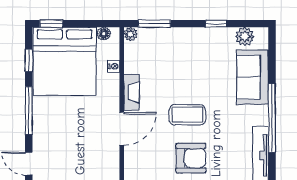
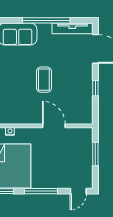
fireplace: (132, 92) -> (28, 119), removed
armchair: (191, 158) -> (74, 77), removed

